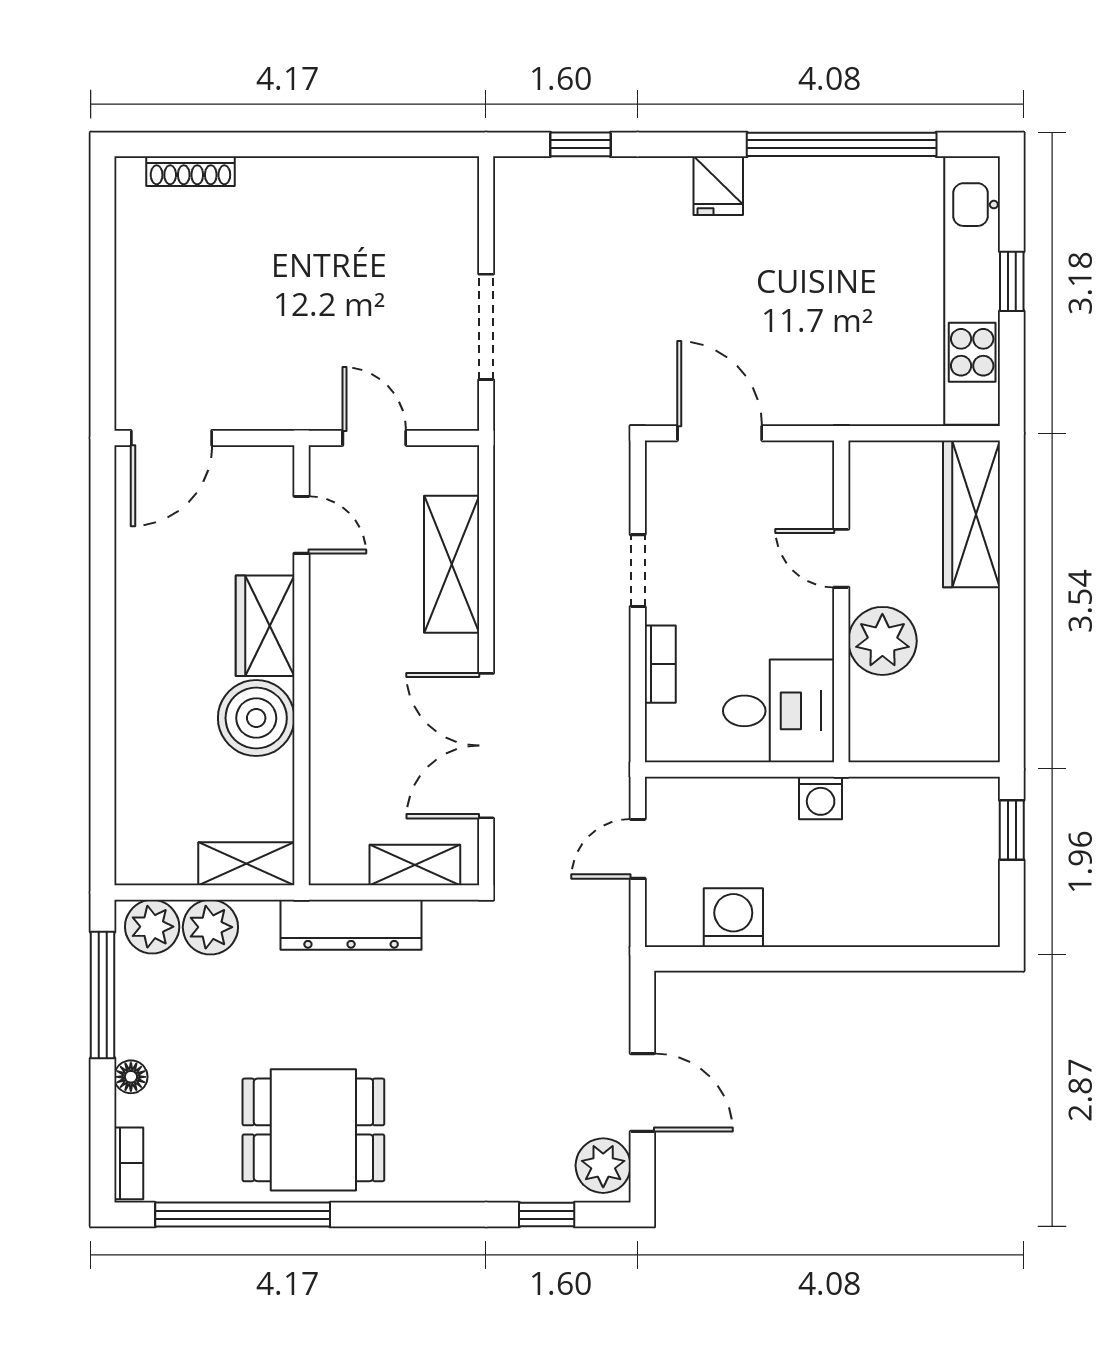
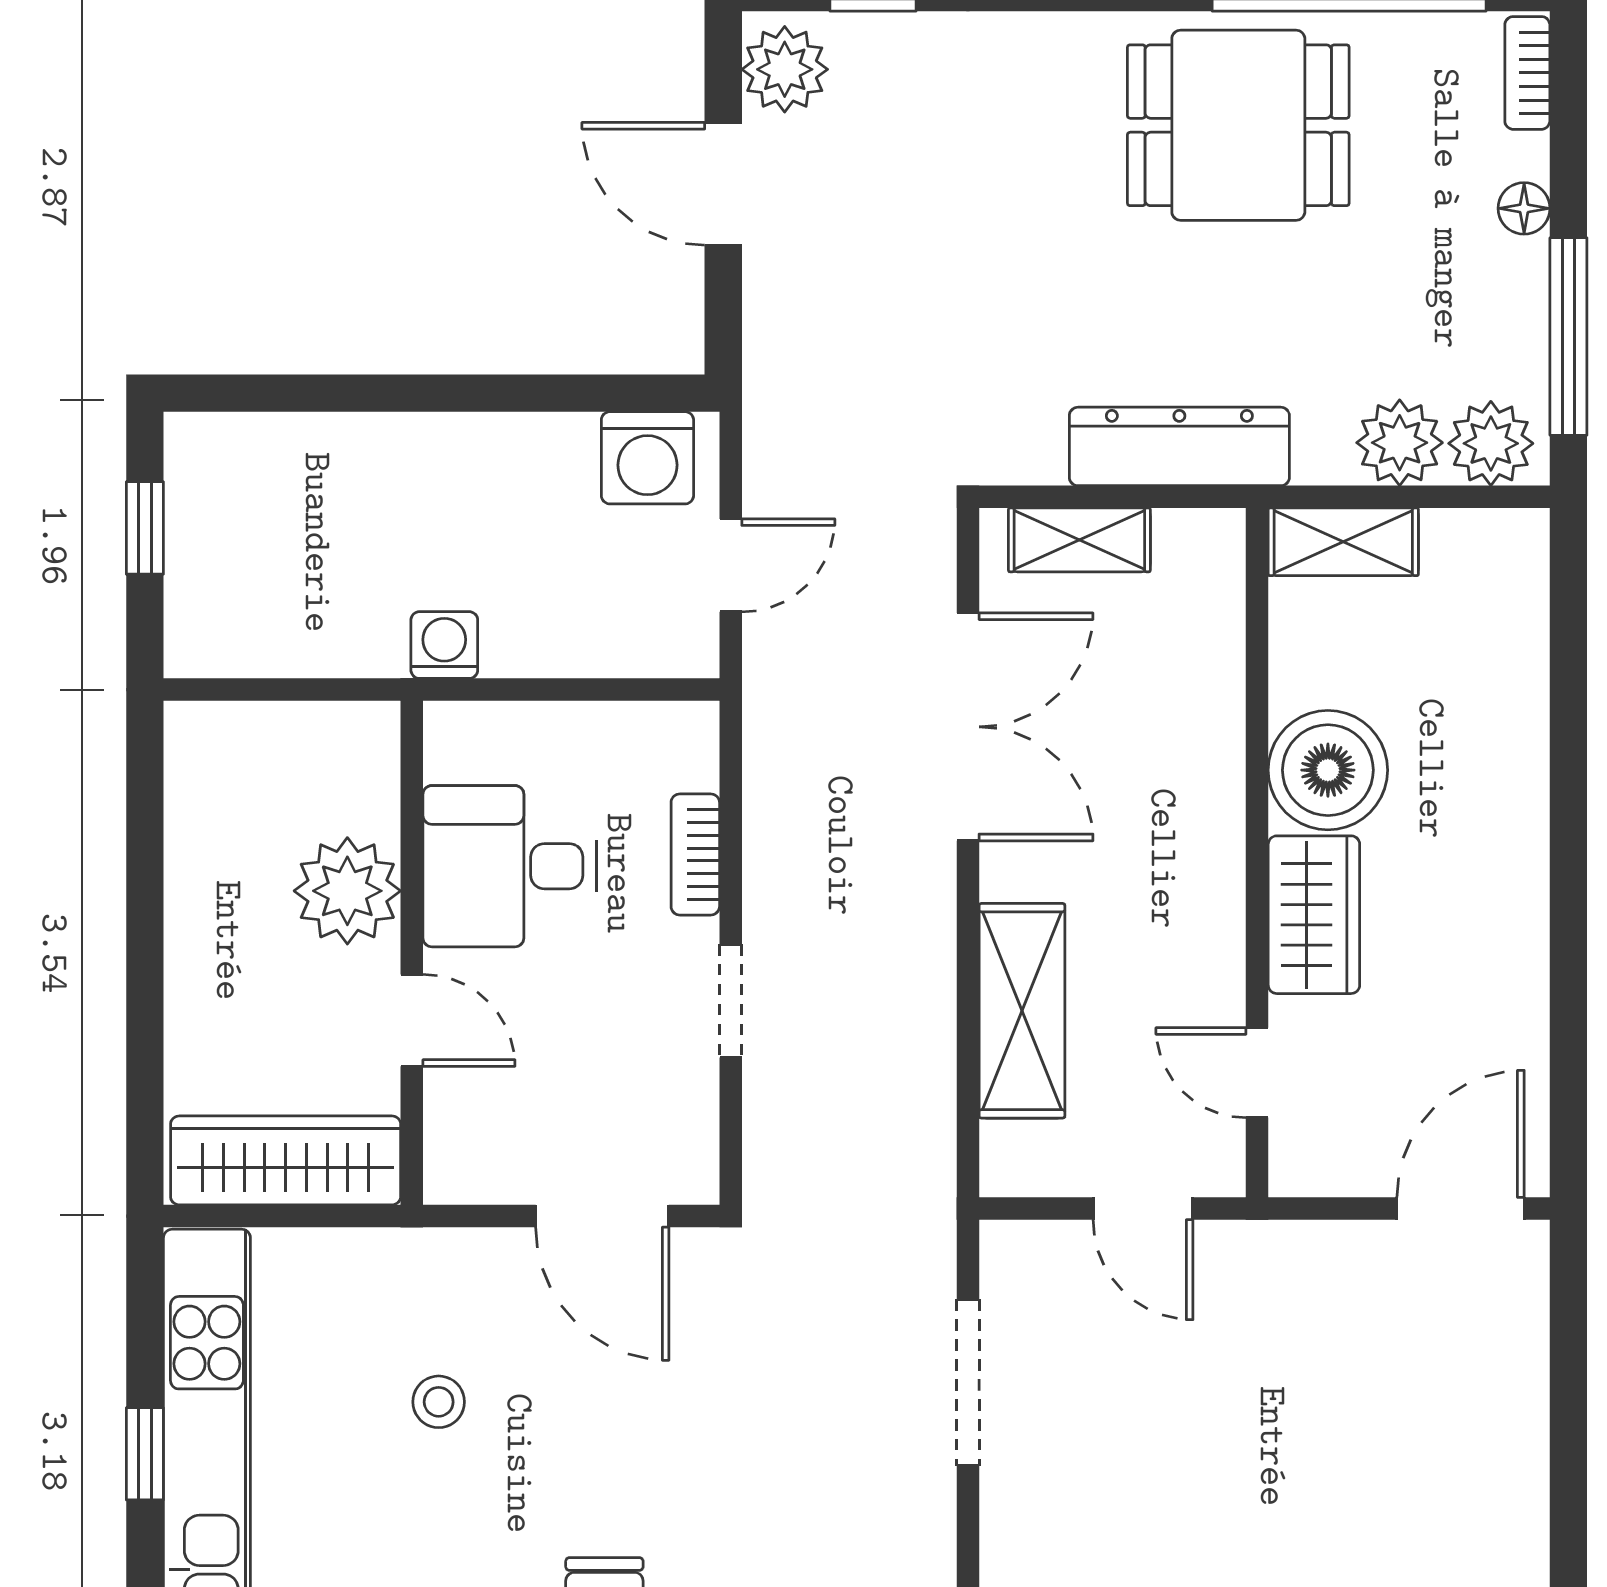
stool: (824, 315) -> (439, 1402), added
wardrobe: (972, 514) -> (286, 1160), moved, turned -90
desk: (779, 711) -> (510, 866), moved
window: (1012, 830) -> (145, 528), moved
washing machine: (733, 918) -> (647, 458), moved

